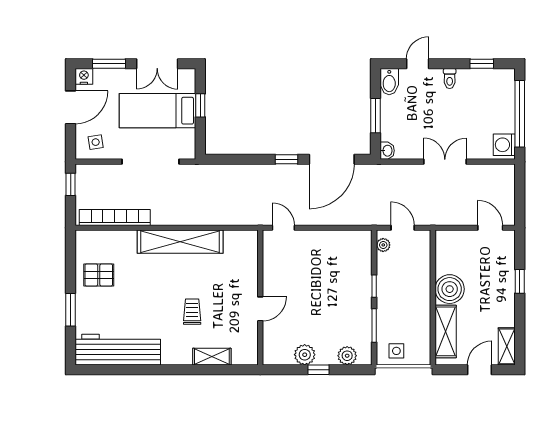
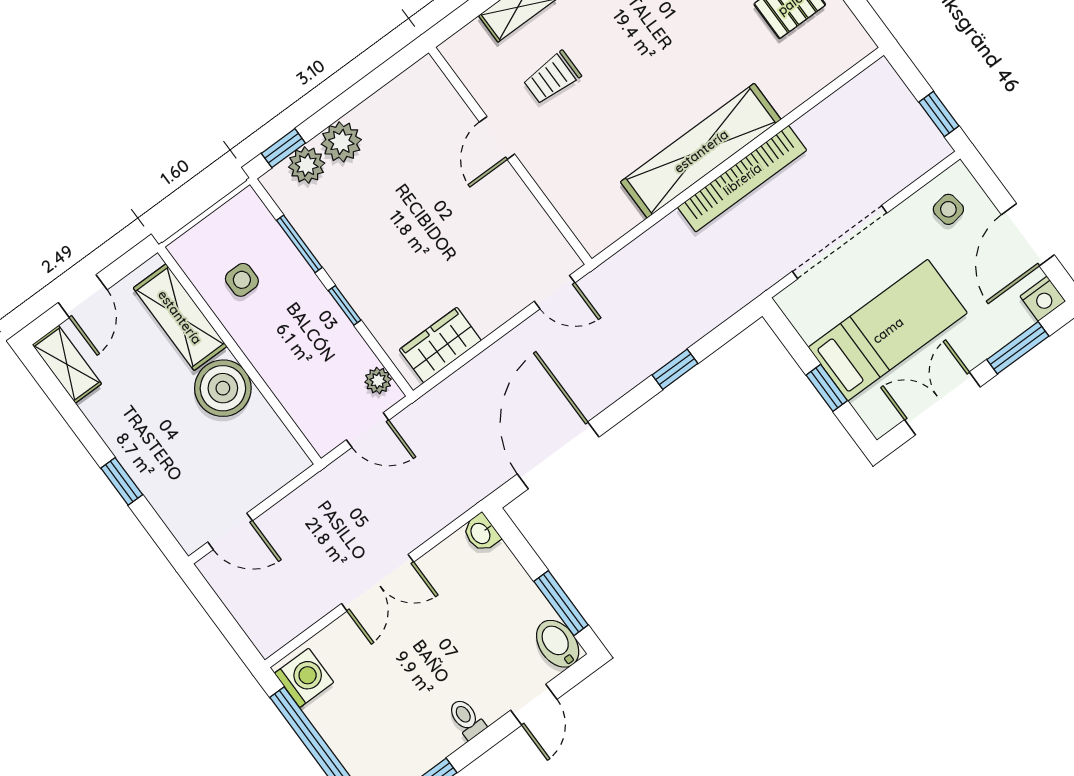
window: (375, 116) -> (561, 603), moved
window: (286, 159) -> (675, 369), moved
bookcase: (115, 218) -> (742, 179), moved
wardrobe: (347, 241) -> (440, 345), added
trolley: (192, 312) -> (552, 78), moved, turned 90
side table: (396, 351) -> (242, 280), moved
plant: (305, 355) -> (341, 142), moved
window: (319, 370) -> (283, 148), moved

